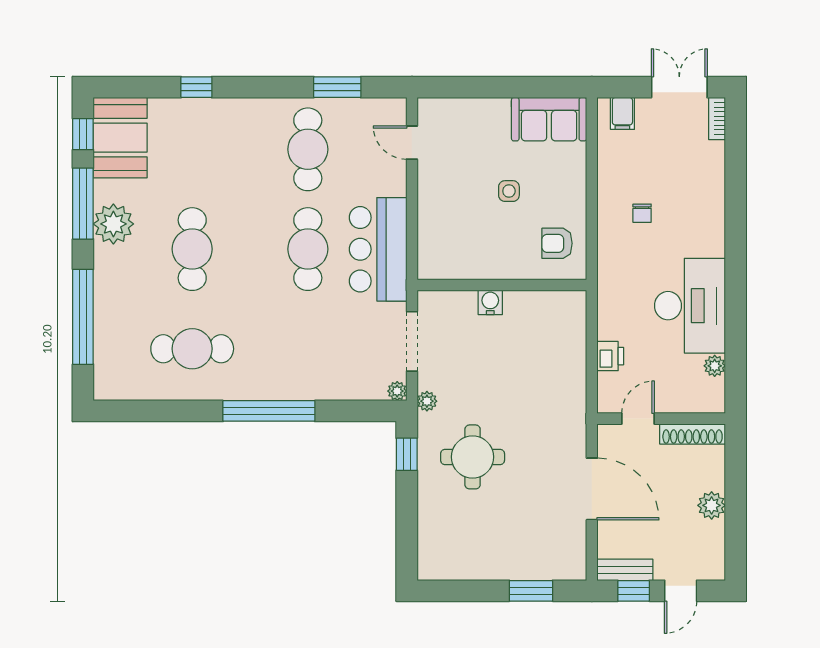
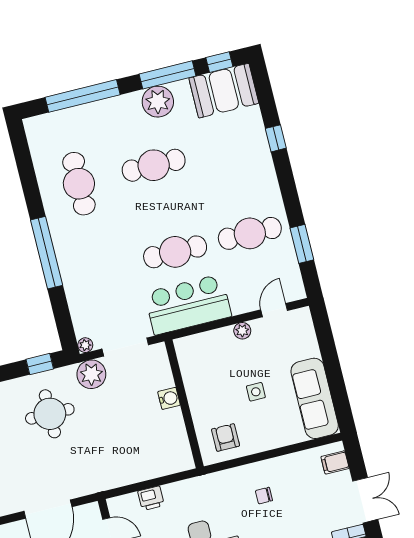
sofa: (549, 119) -> (315, 398), width x1.36
plant: (428, 189) -> (242, 331), added
plant: (427, 401) -> (91, 374), width x1.88, depth x1.88

